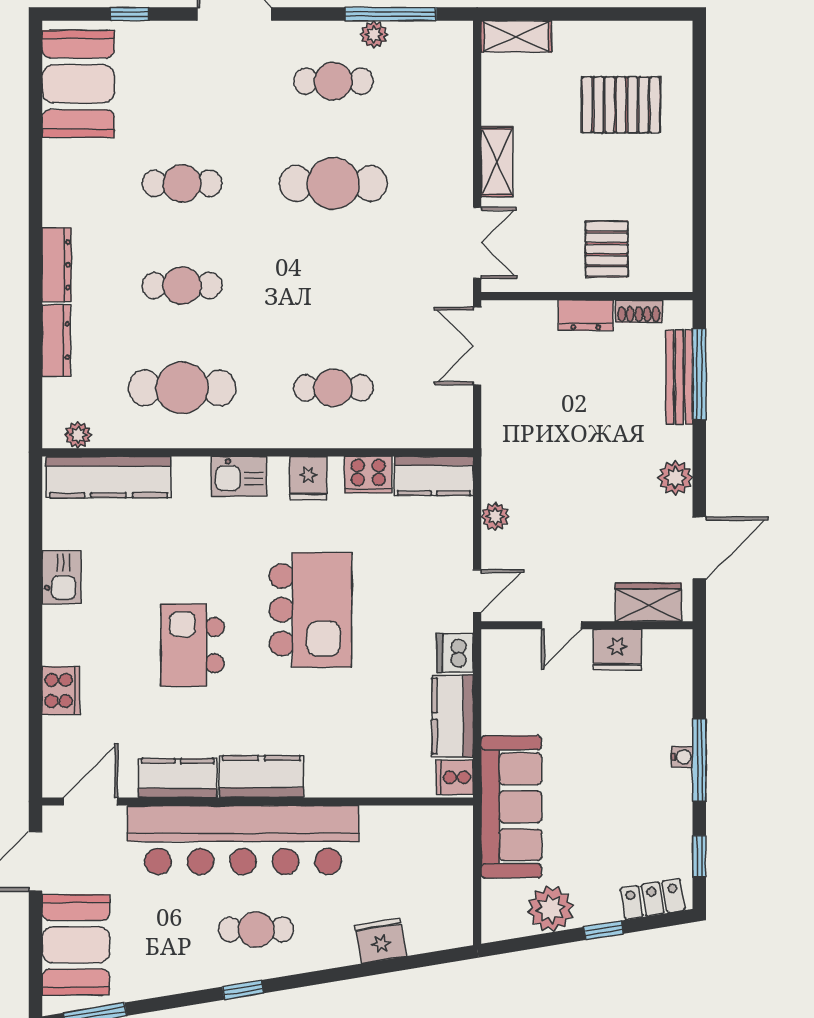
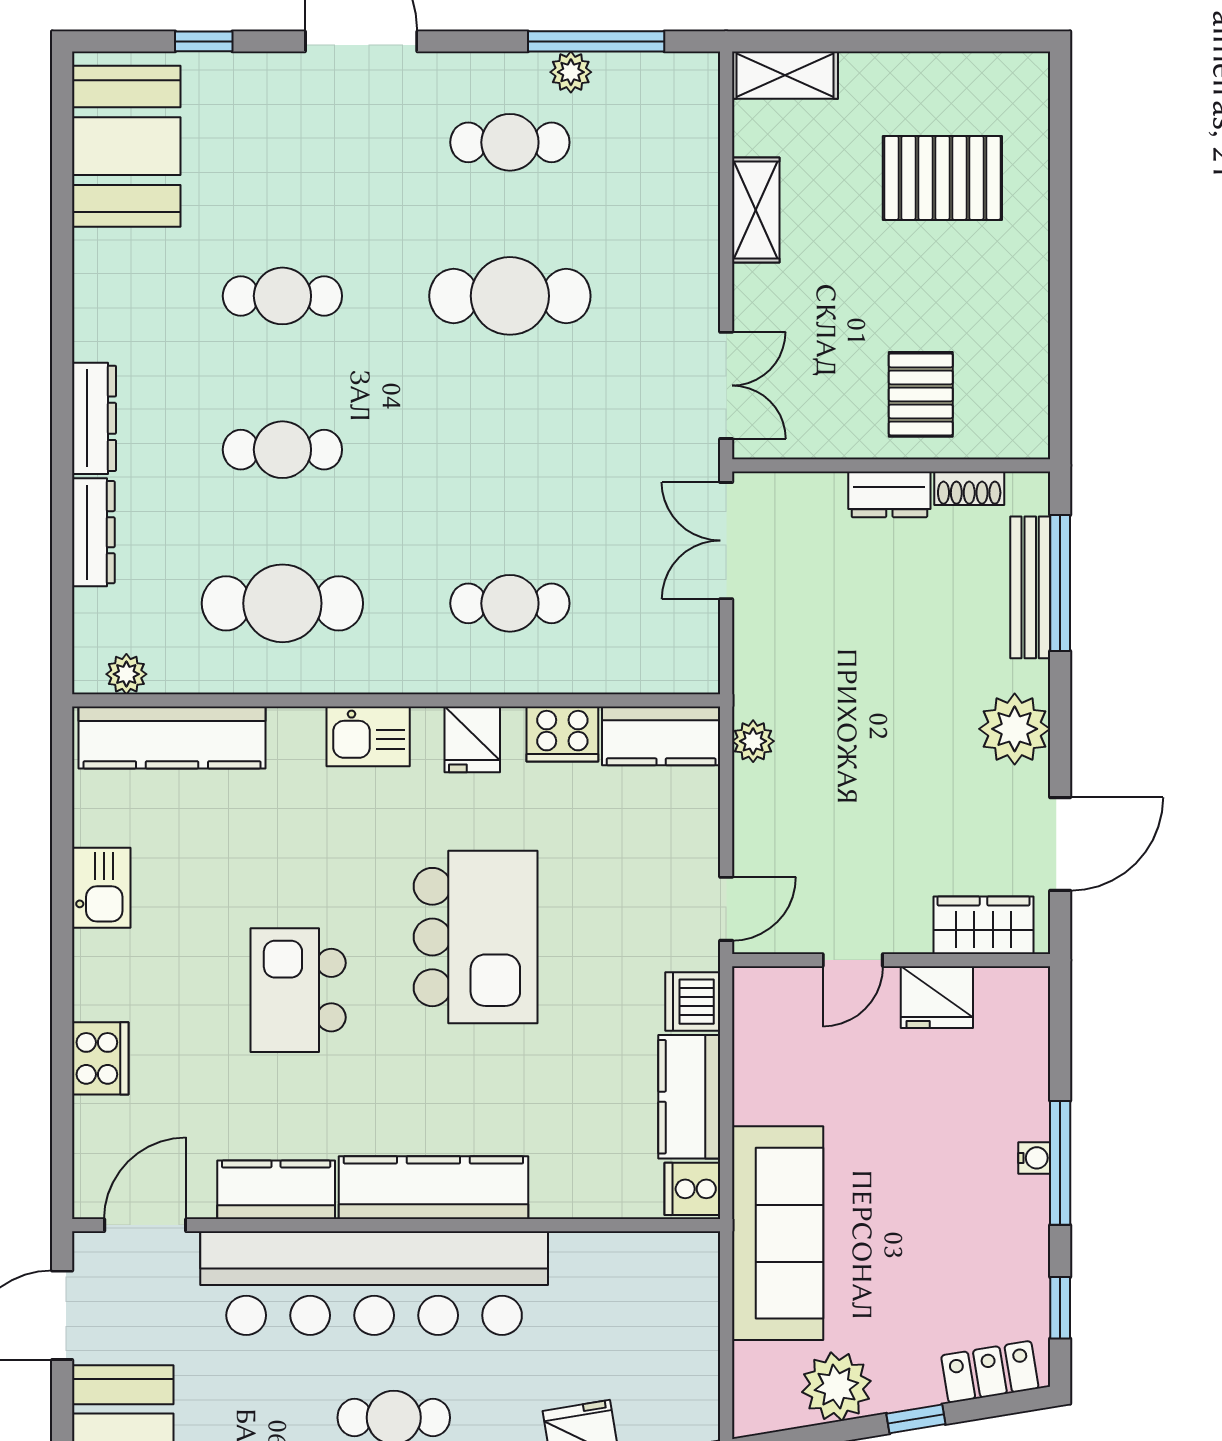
shelving: (497, 162) -> (756, 210), moved
plant: (675, 478) -> (1015, 729), width x1.36, depth x1.36
plant: (495, 516) -> (753, 741), moved
kitchen counter: (261, 777) -> (433, 1188), width x1.50

